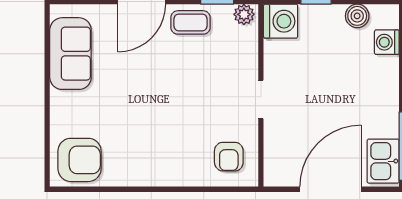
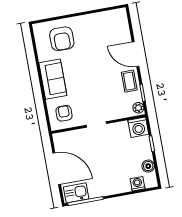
sofa: (70, 54) -> (53, 79), moved, turned -90
armchair: (229, 157) -> (64, 113), turned 90
armchair: (80, 160) -> (62, 39), moved

